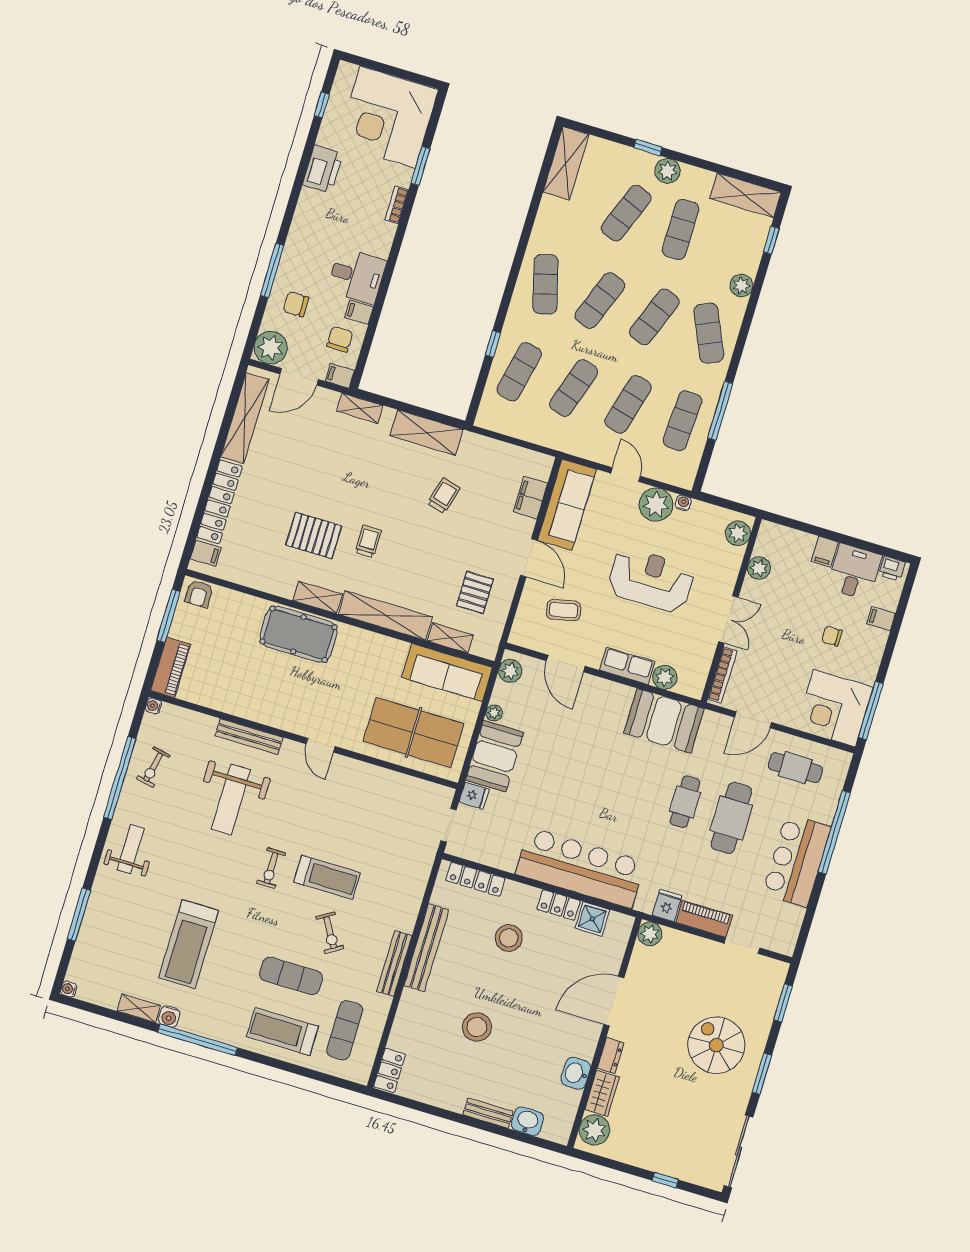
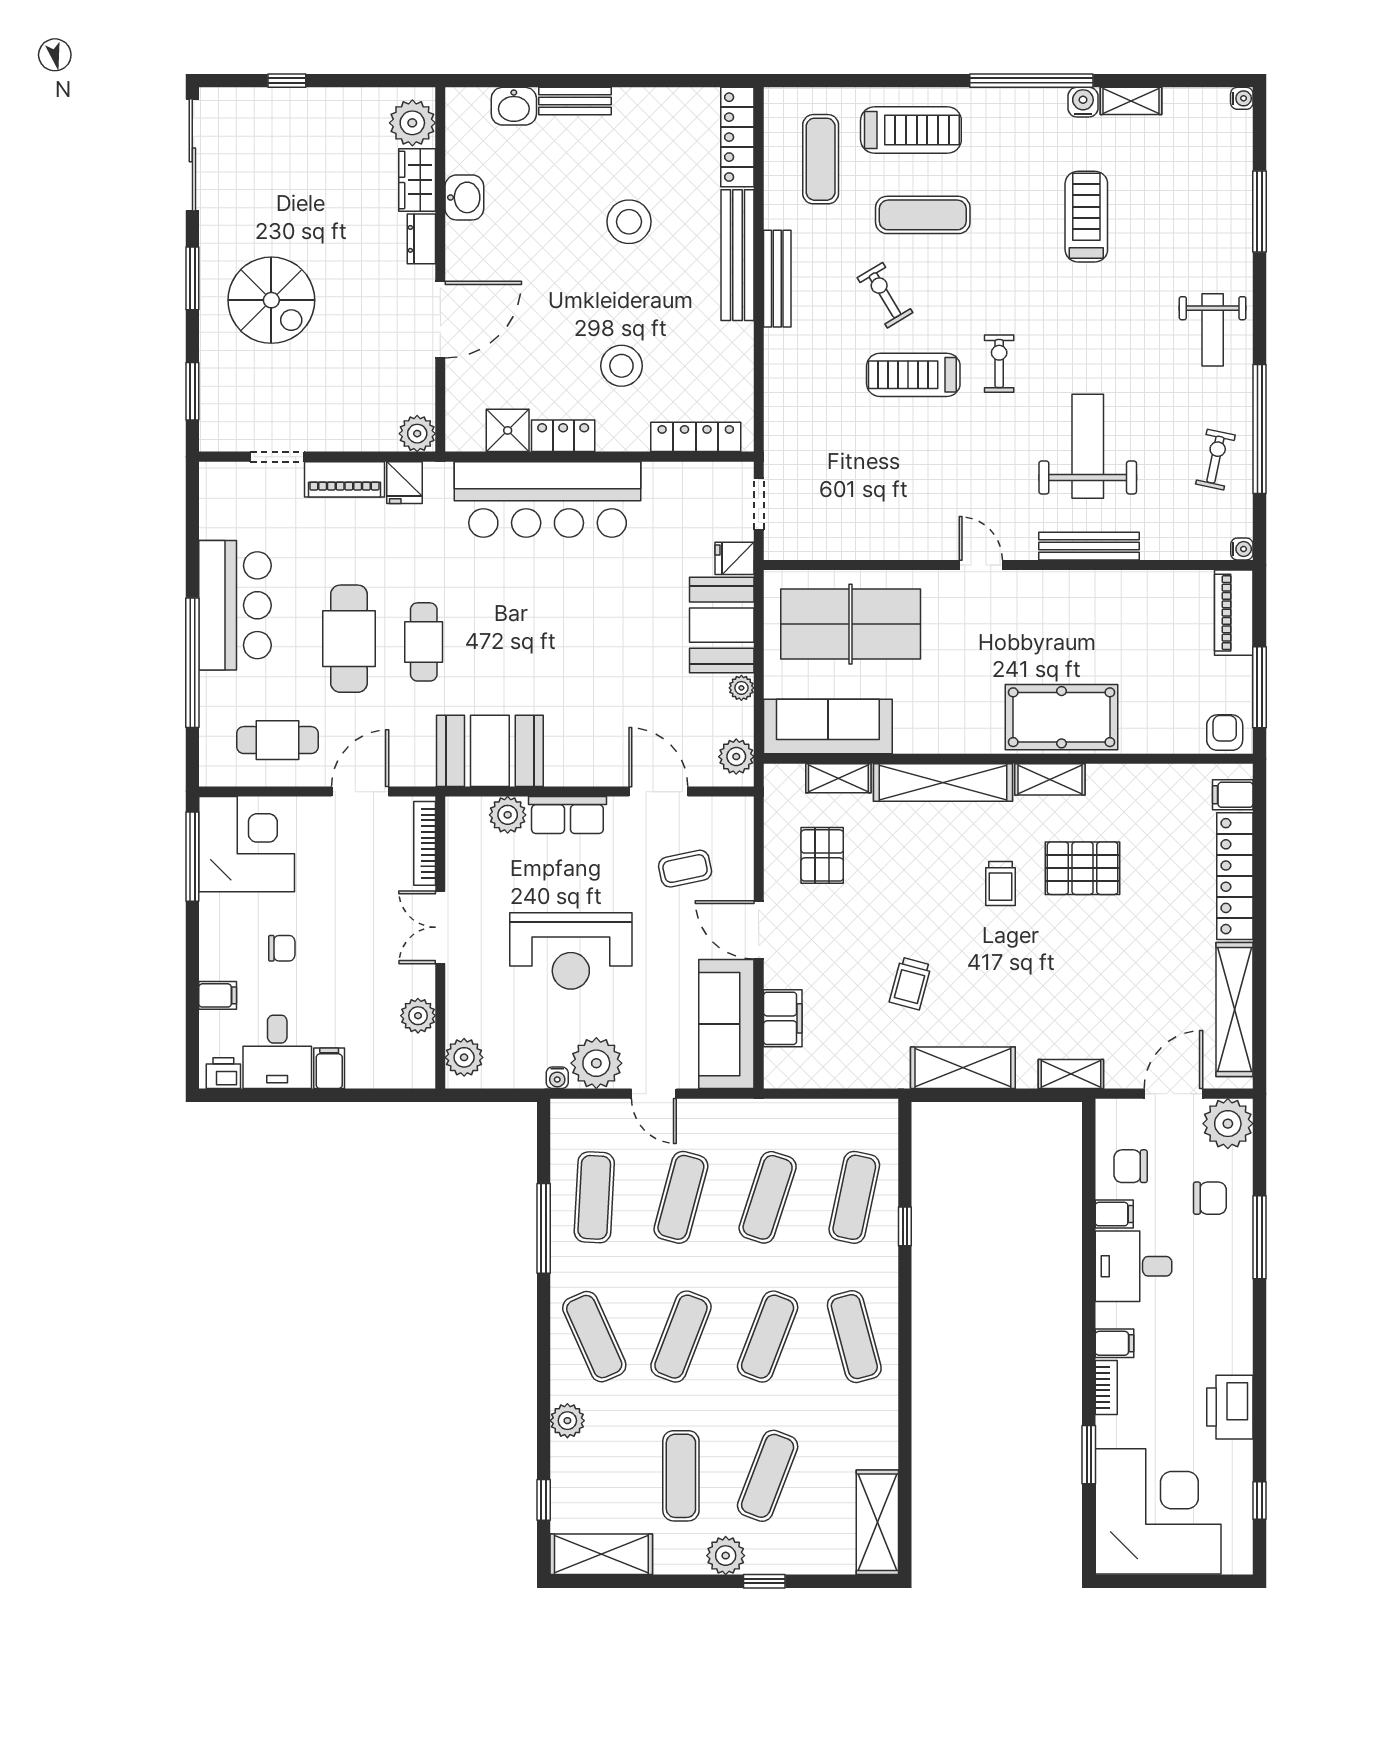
chair: (340, 339) -> (1131, 1166), turned 90
filing cabinet: (340, 376) -> (1114, 1343), moved
treadmill: (189, 944) -> (1086, 217), width x0.73, depth x0.73
bench: (426, 948) -> (738, 255), moved
locker: (390, 1071) -> (737, 137), width x1.53

